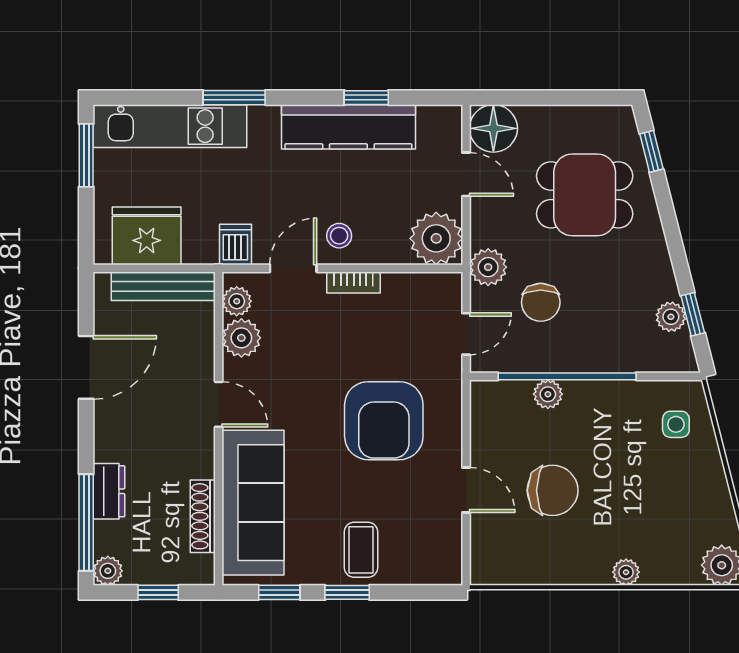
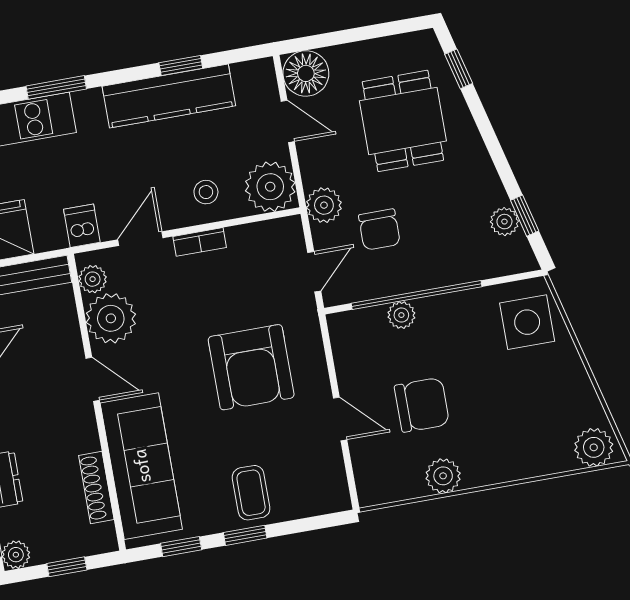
dining table: (585, 195) -> (403, 121), turned 90
stool: (339, 236) -> (206, 192), moved
plant: (241, 338) -> (111, 318), width x1.36, depth x1.36
side table: (676, 424) -> (527, 322), width x1.87, depth x1.87
plant: (626, 572) -> (443, 476), moved, width x1.38, depth x1.38

